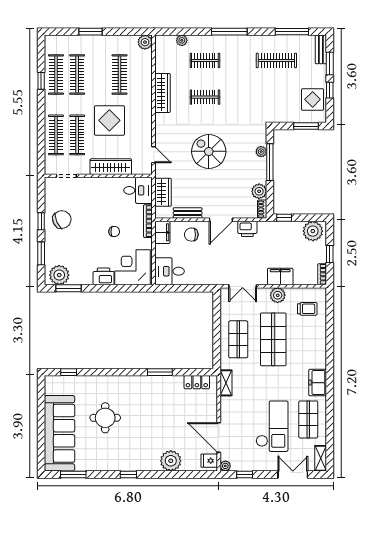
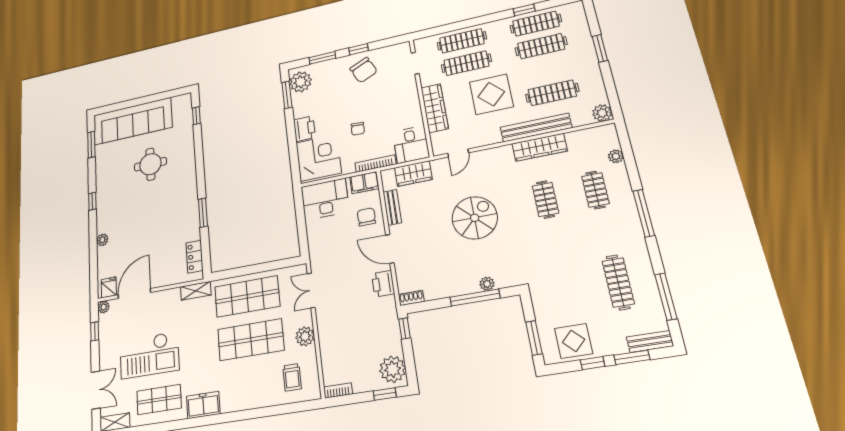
bench: (146, 92) -> (536, 128), added
plant: (259, 191) -> (434, 290), removed
window: (330, 254) -> (385, 394), moved
desk: (170, 271) -> (325, 199), width x1.37
filing cabinet: (280, 277) -> (329, 336), removed
shop shelf: (238, 339) -> (247, 296), width x1.43, depth x1.36
plant: (171, 461) -> (102, 240), width x0.53, depth x0.53

